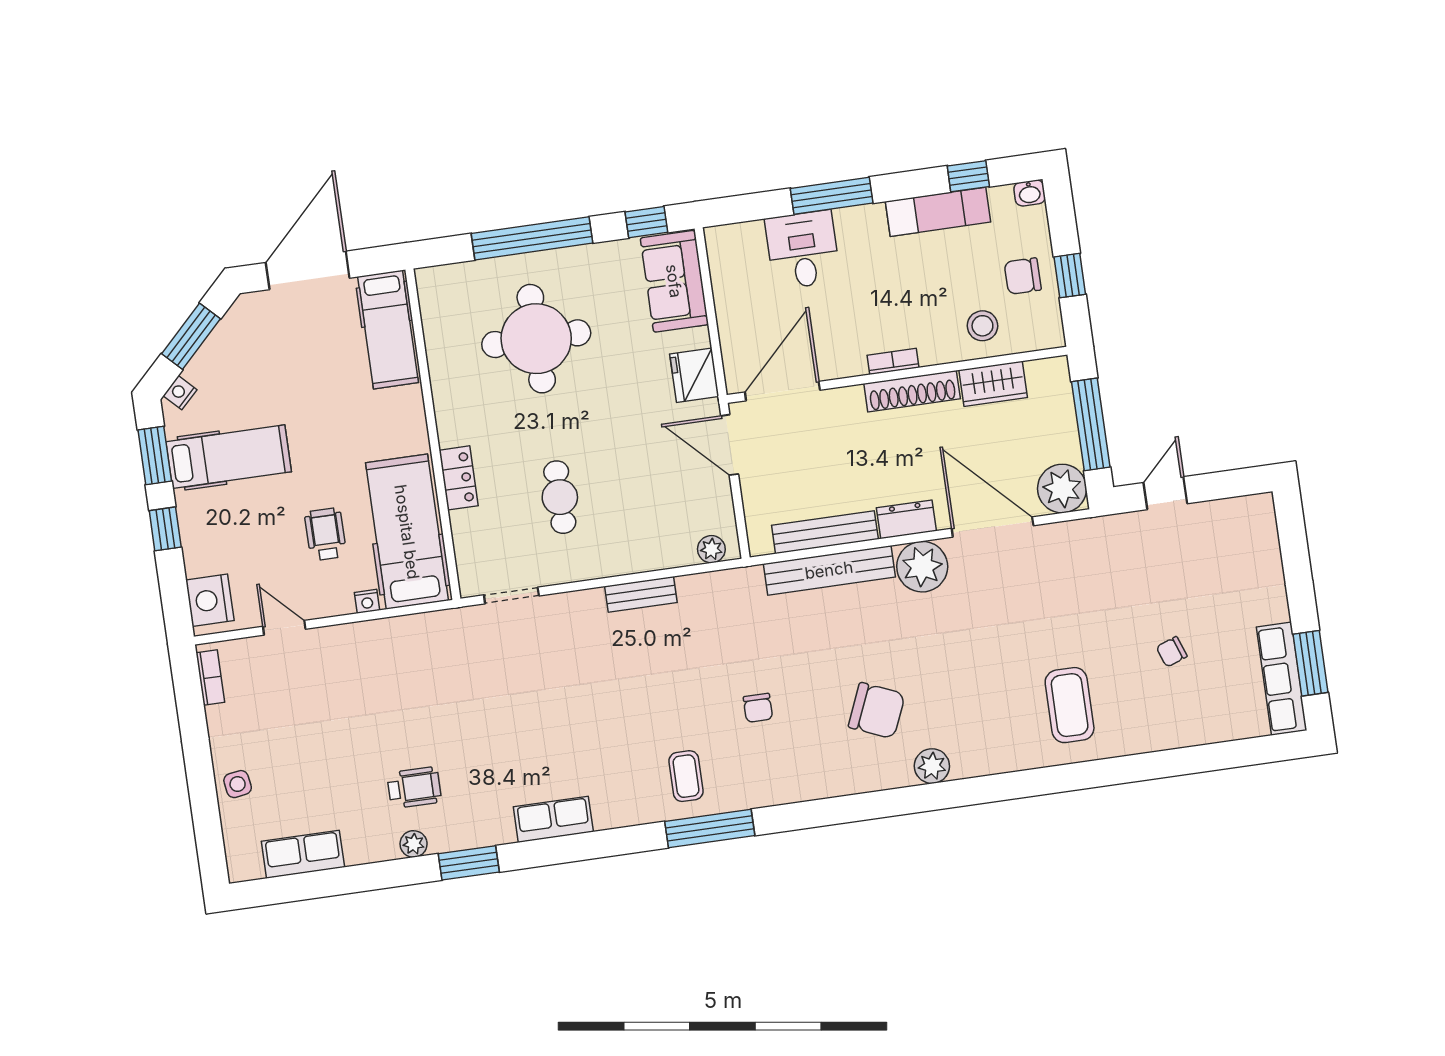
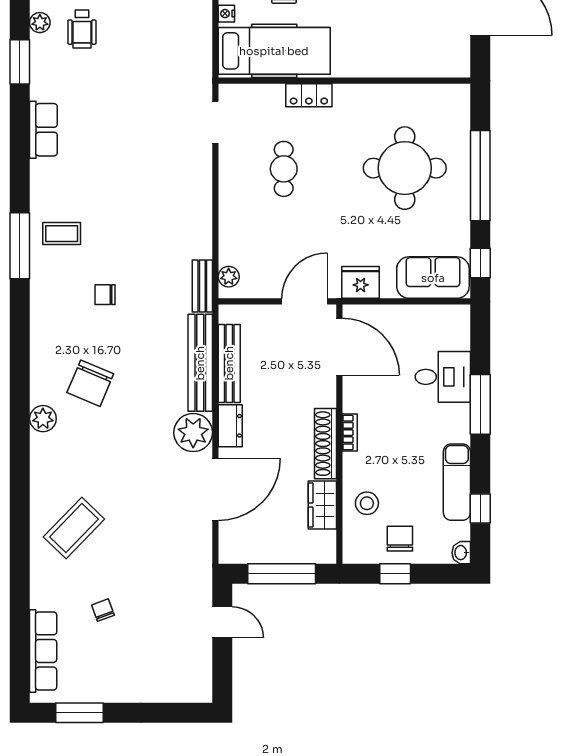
hospital bed: (388, 330) -> (427, 58), removed
plant: (1062, 488) -> (237, 545), removed
cafe table: (560, 497) -> (284, 169), turned 90
bench: (641, 594) -> (202, 286), moved
row of seats: (1282, 679) -> (43, 651), moved, turned 90
coffee table: (1070, 705) -> (74, 528), turned -46

